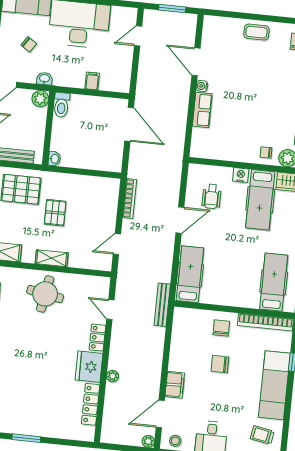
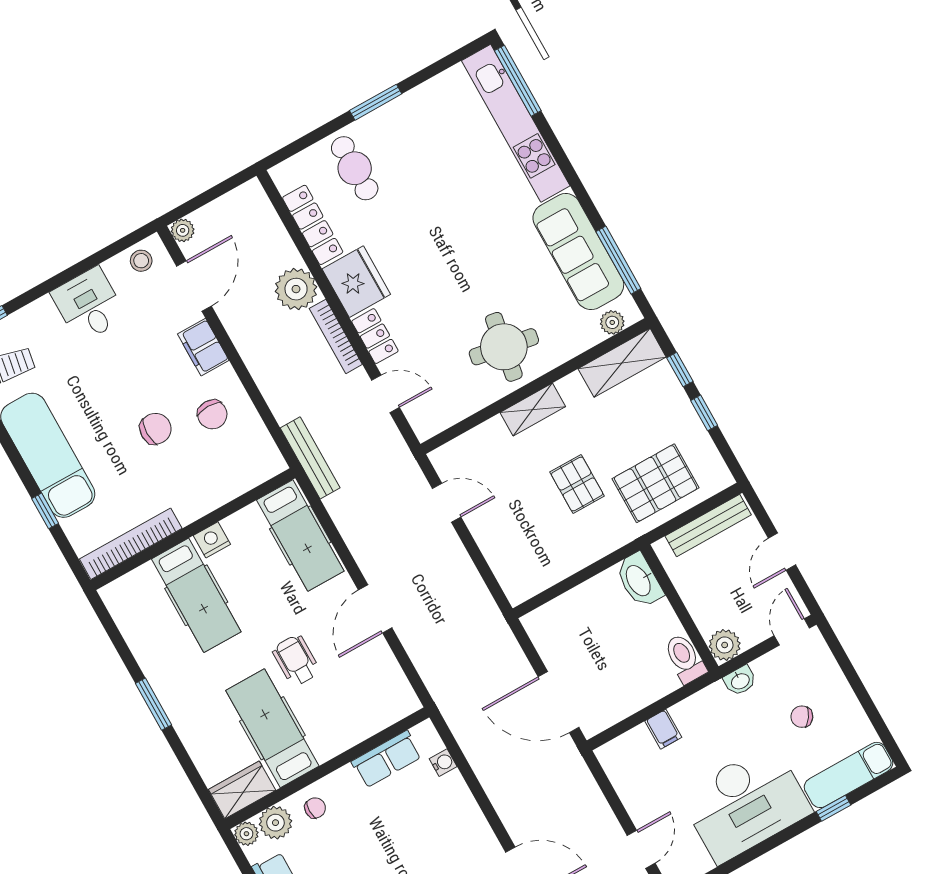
water cooler: (202, 86) -> (443, 763), moved
row of seats: (202, 110) -> (387, 759), moved, turned -90
washbasin: (54, 159) -> (639, 580), width x1.91, depth x1.45
nightstand: (241, 175) -> (212, 540), moved, turned 180
wheelchair: (212, 196) -> (296, 660), moved
bookcase: (130, 198) -> (336, 336), moved
door: (117, 244) -> (447, 503), hinge flipped
hospital bed: (274, 282) -> (196, 595), moved
chair: (221, 328) -> (212, 414), moved
plant: (113, 376) -> (296, 289), width x1.88, depth x1.88
cafe table: (55, 416) -> (355, 168), added

